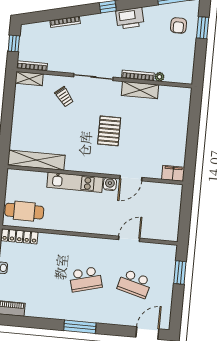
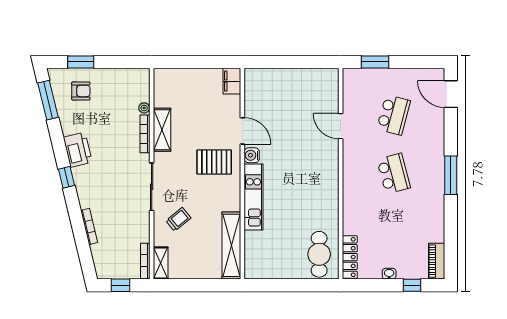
shelving: (36, 160) -> (231, 245), moved
filing cabinet: (173, 173) -> (232, 81), moved
wall: (95, 175) -> (242, 174), moved
door: (131, 178) -> (242, 131), moved
kitchen unit: (75, 182) -> (253, 197), moved
water cooler: (110, 184) -> (252, 155), moved

